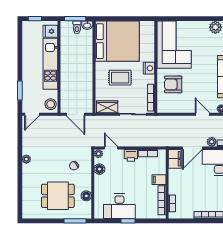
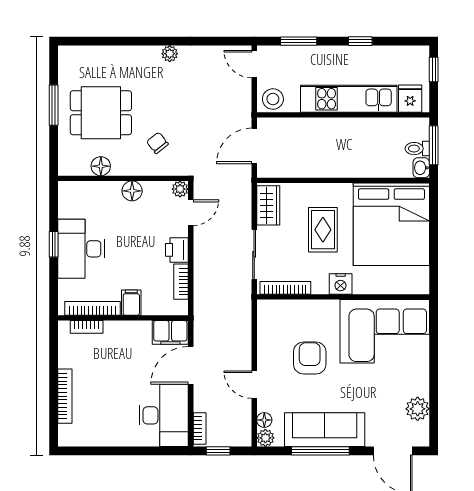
window: (20, 58) -> (360, 41), added
armchair: (173, 84) -> (310, 358), moved
door: (203, 114) -> (254, 385), swing flipped
plant: (212, 142) -> (202, 402), removed
door: (192, 148) -> (191, 365), hinge flipped
floor lamp: (99, 169) -> (132, 191), moved
dining table: (58, 196) -> (101, 113), turned 90
desk: (119, 206) -> (81, 249), moved
window: (75, 221) -> (54, 105), moved

